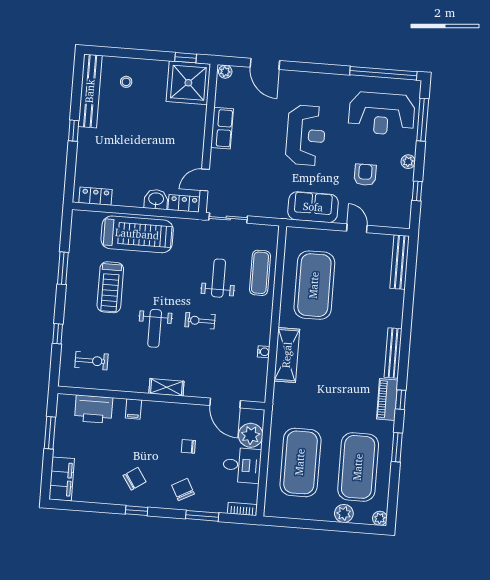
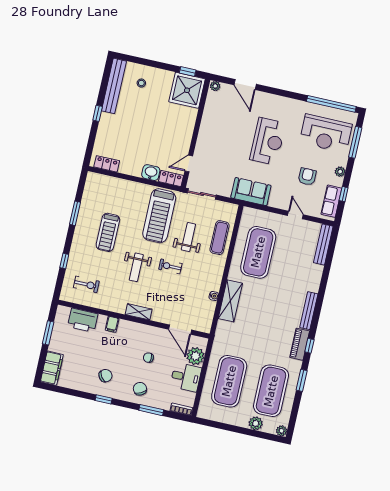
row of seats: (222, 128) -> (331, 201), moved, turned 180
sofa: (313, 207) -> (251, 192), moved
treadmill: (137, 234) -> (159, 216), moved, turned 90

